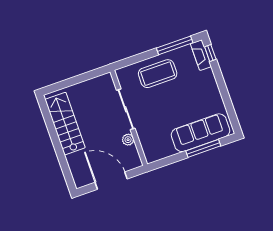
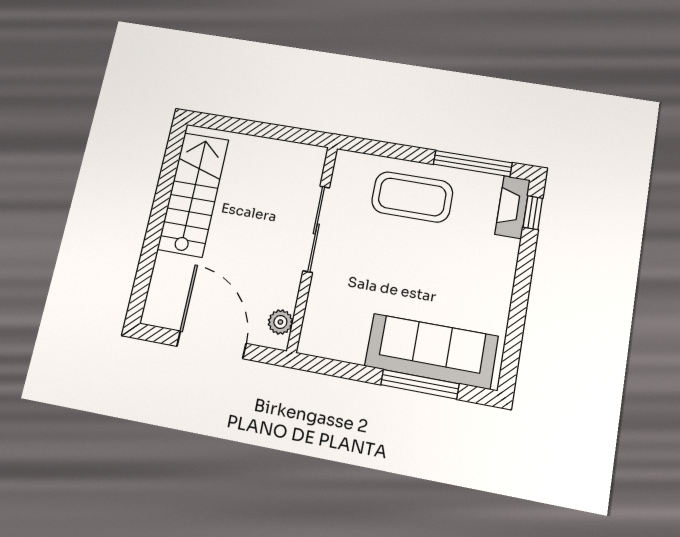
plant: (128, 140) -> (280, 322), moved

